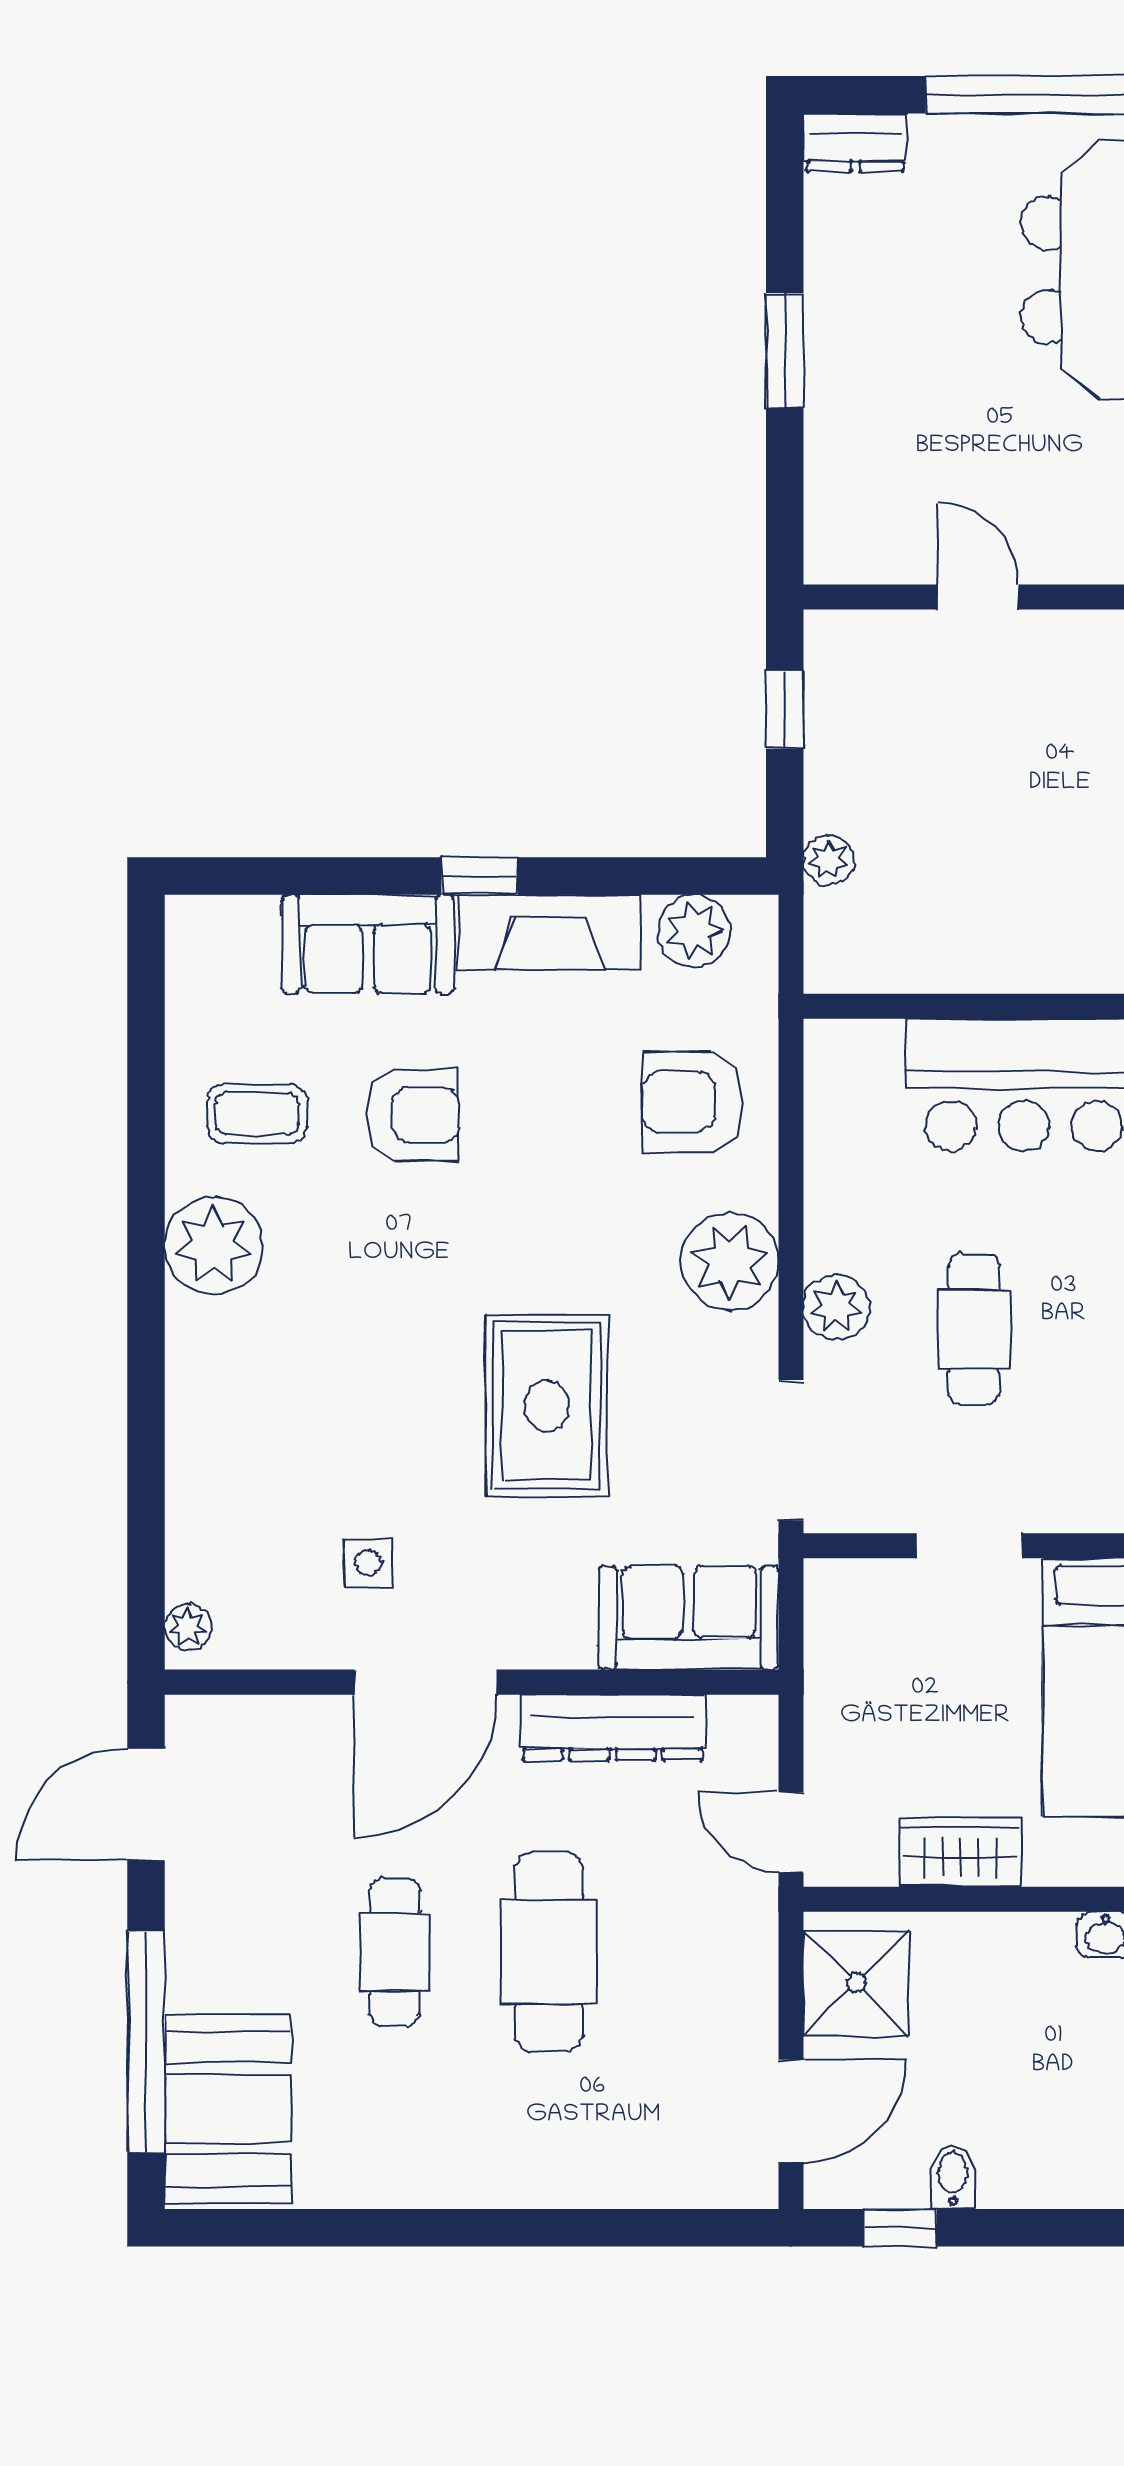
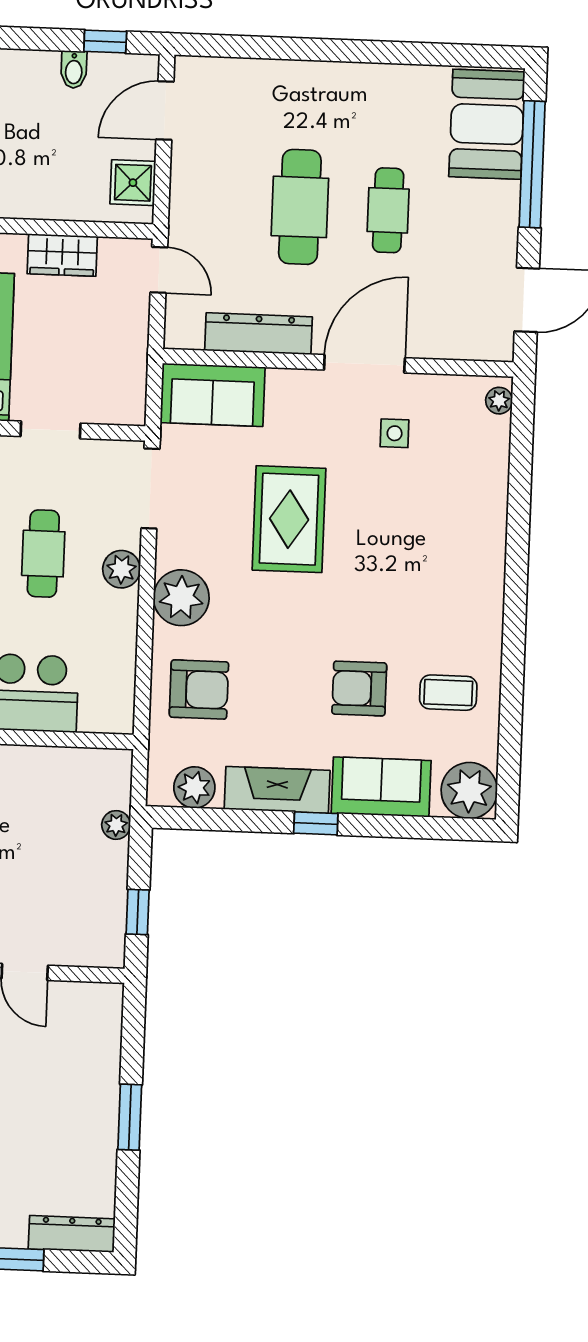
dresser: (856, 143) -> (72, 1234), width x1.44
plant: (214, 1245) -> (469, 791), moved
shower: (856, 1983) -> (133, 183), width x0.73, depth x0.73

